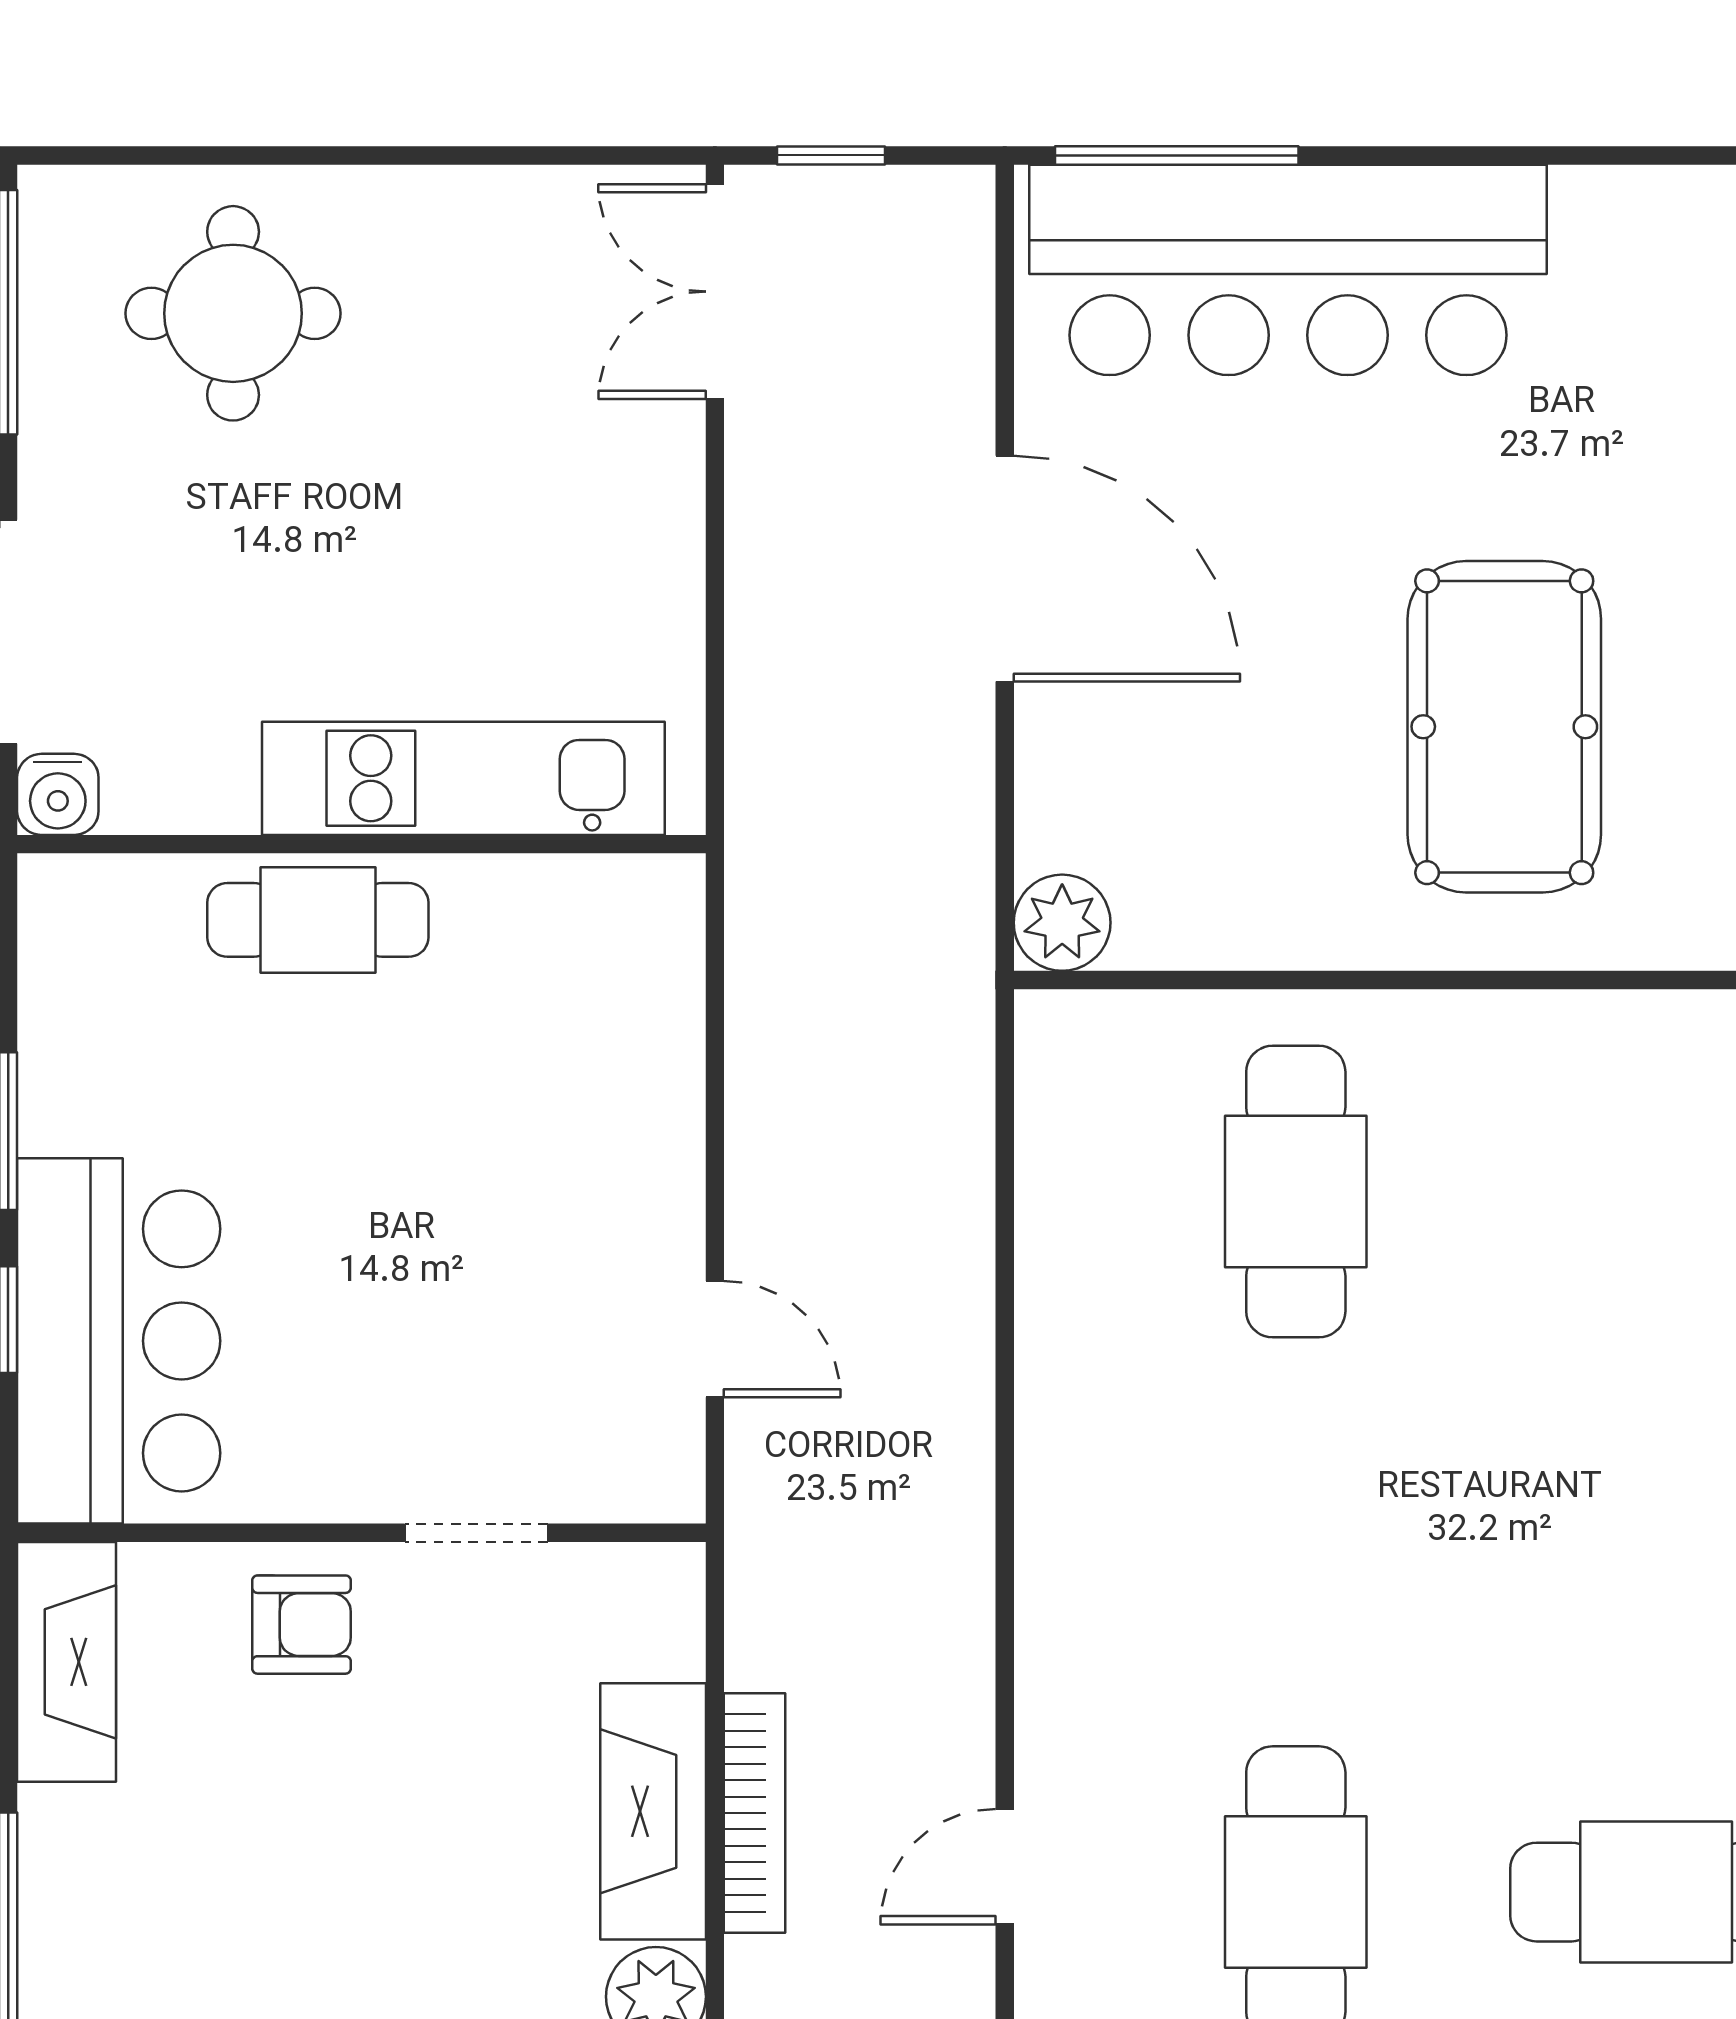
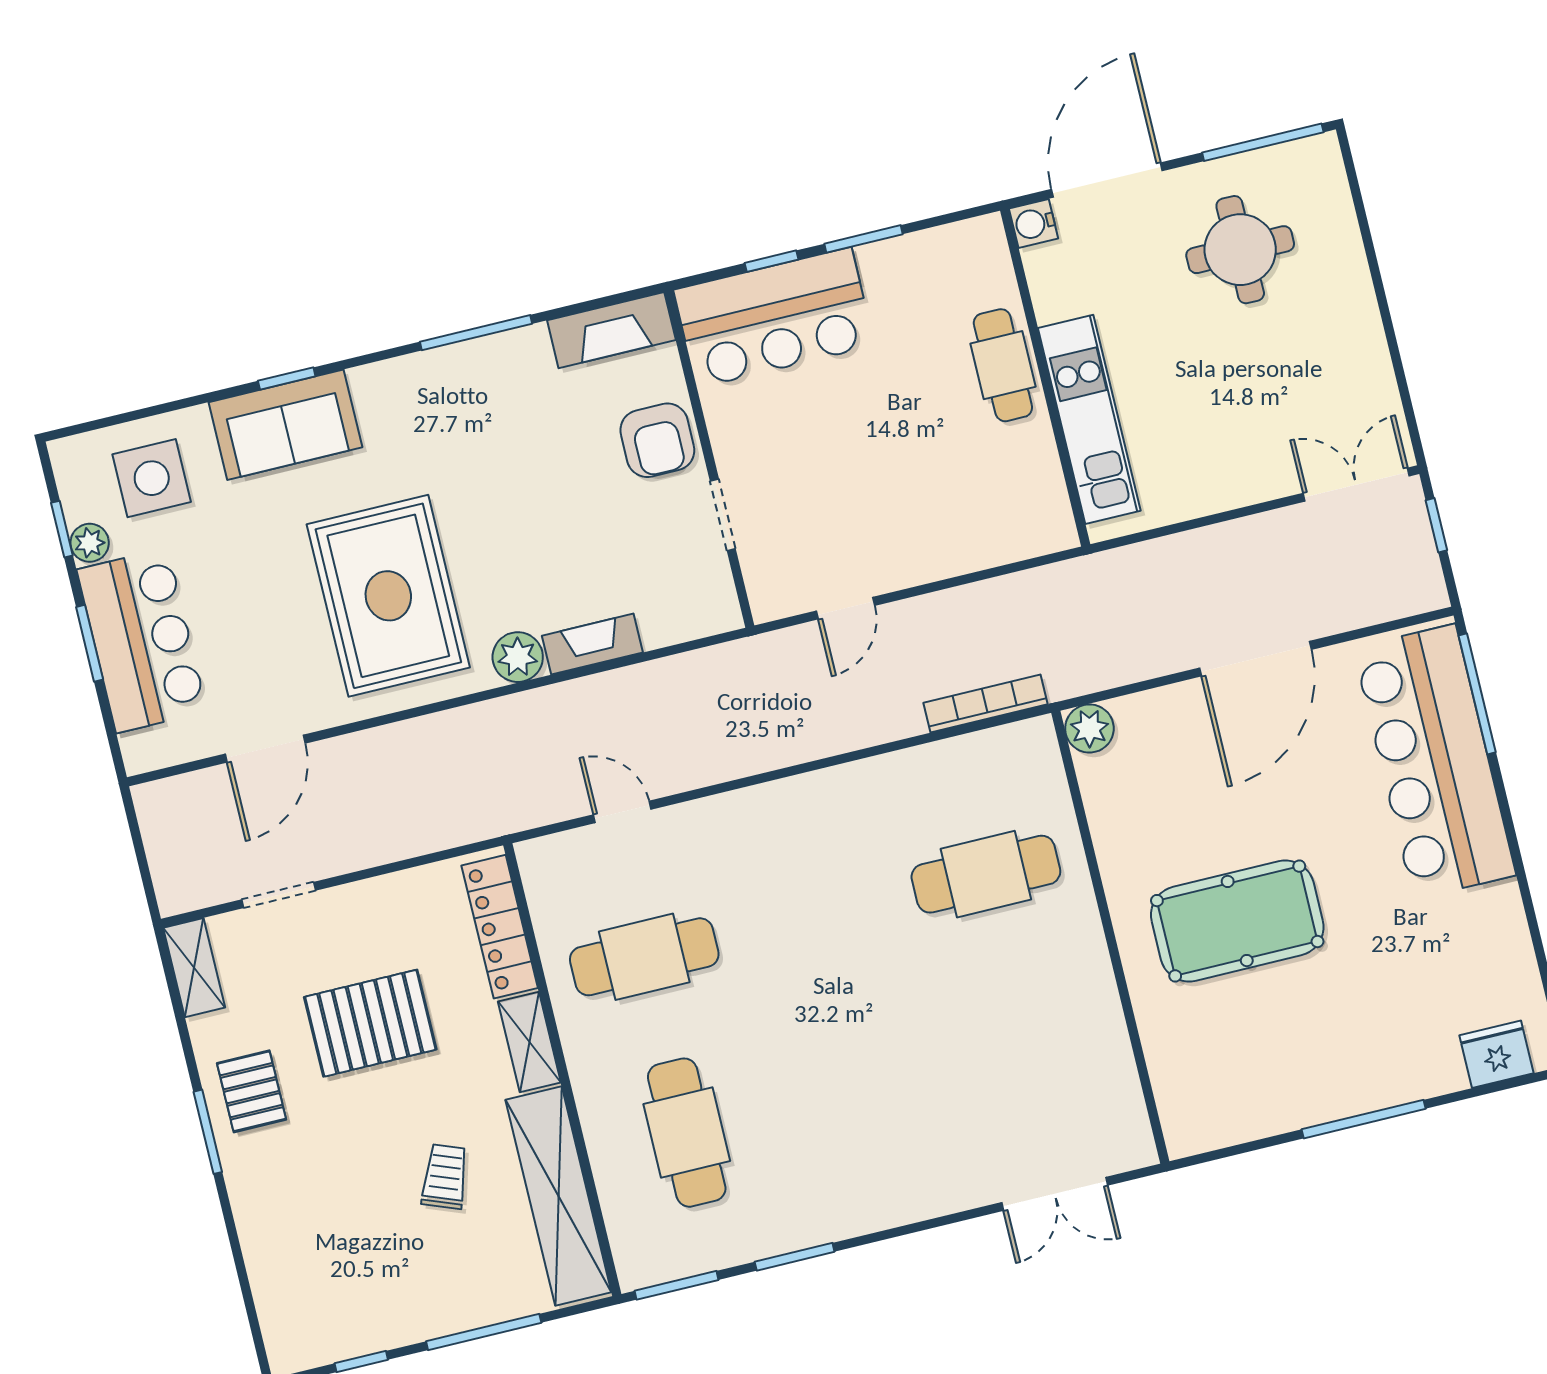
round table: (233, 313) -> (1240, 250), moved
armchair: (301, 1625) -> (657, 440), width x1.38, depth x1.38
fireplace: (653, 1811) -> (592, 644), width x0.73, depth x0.76
bookcase: (755, 1813) -> (986, 704), moved, turned 180

